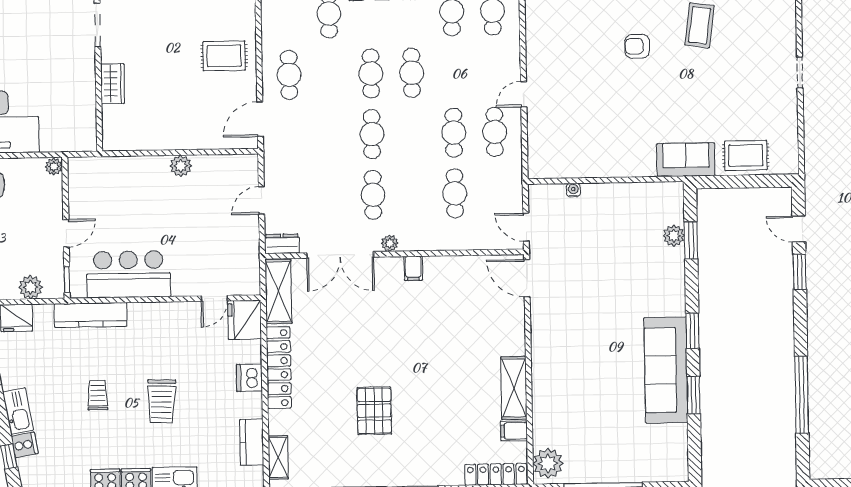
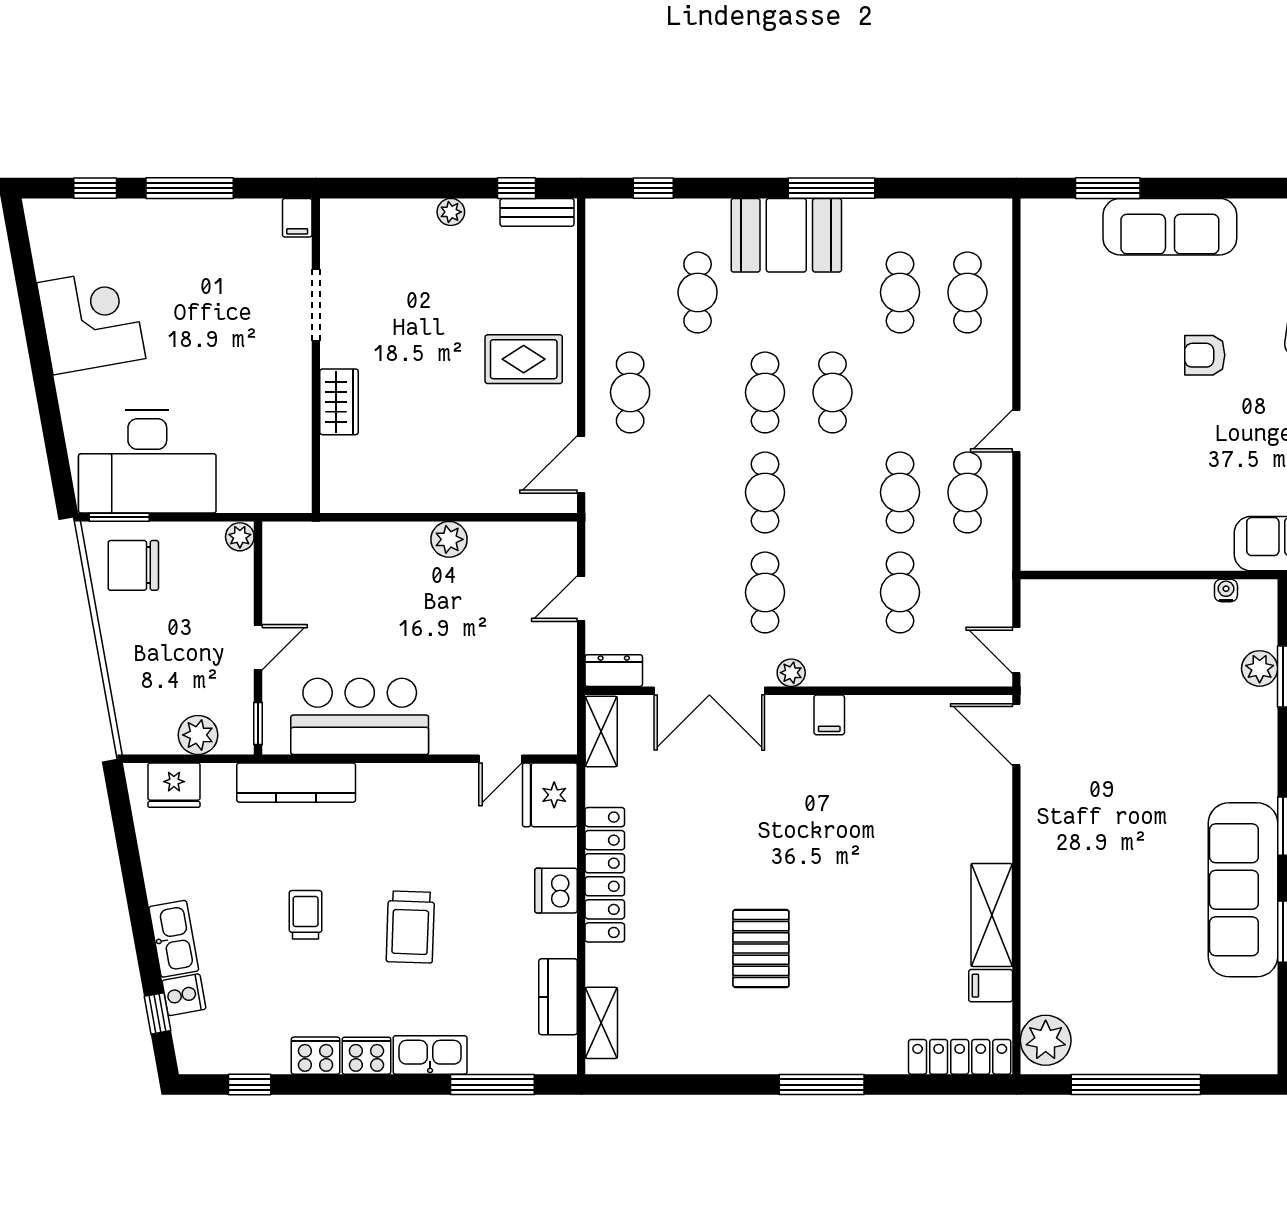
water cooler: (573, 190) -> (1226, 590), moved
shelving: (278, 292) -> (601, 732), width x0.67, depth x0.75

